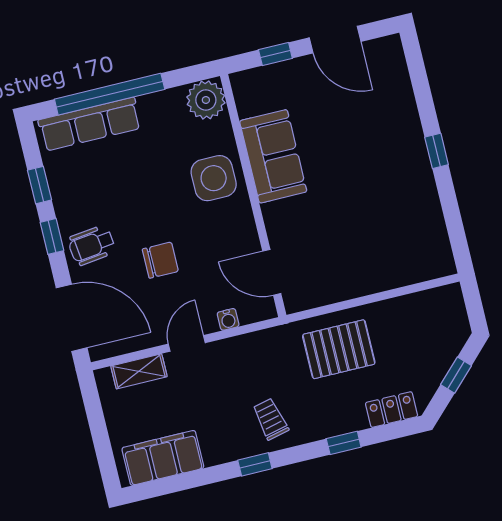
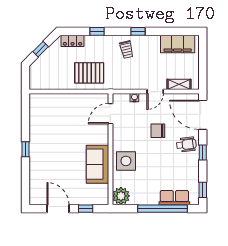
row of seats: (90, 124) -> (174, 198), width x0.68
window: (39, 185) -> (203, 190), moved
door: (272, 272) -> (110, 114), swing flipped

